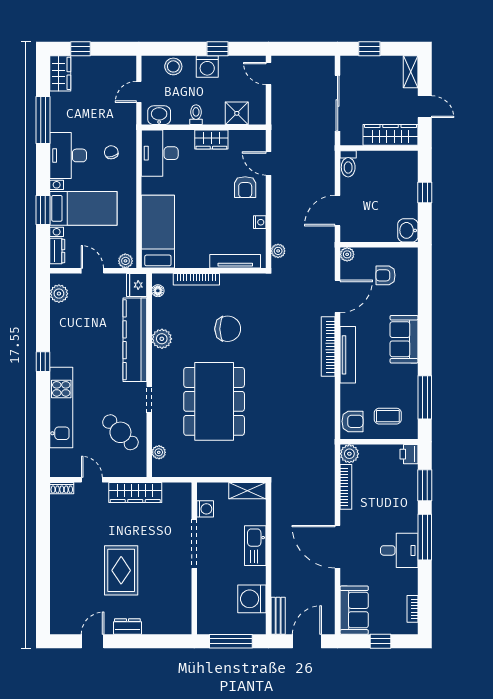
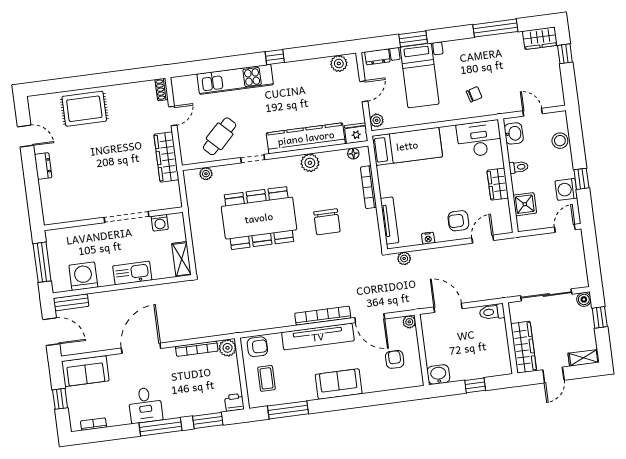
boiler: (348, 63) -> (584, 299), added
washing machine: (207, 67) -> (566, 189), moved
desk: (68, 155) -> (466, 55), removed
tv unit: (348, 355) -> (318, 337), width x1.36, depth x1.29
armchair: (352, 421) -> (257, 347), turned -90
rug: (121, 570) -> (84, 109), moved

